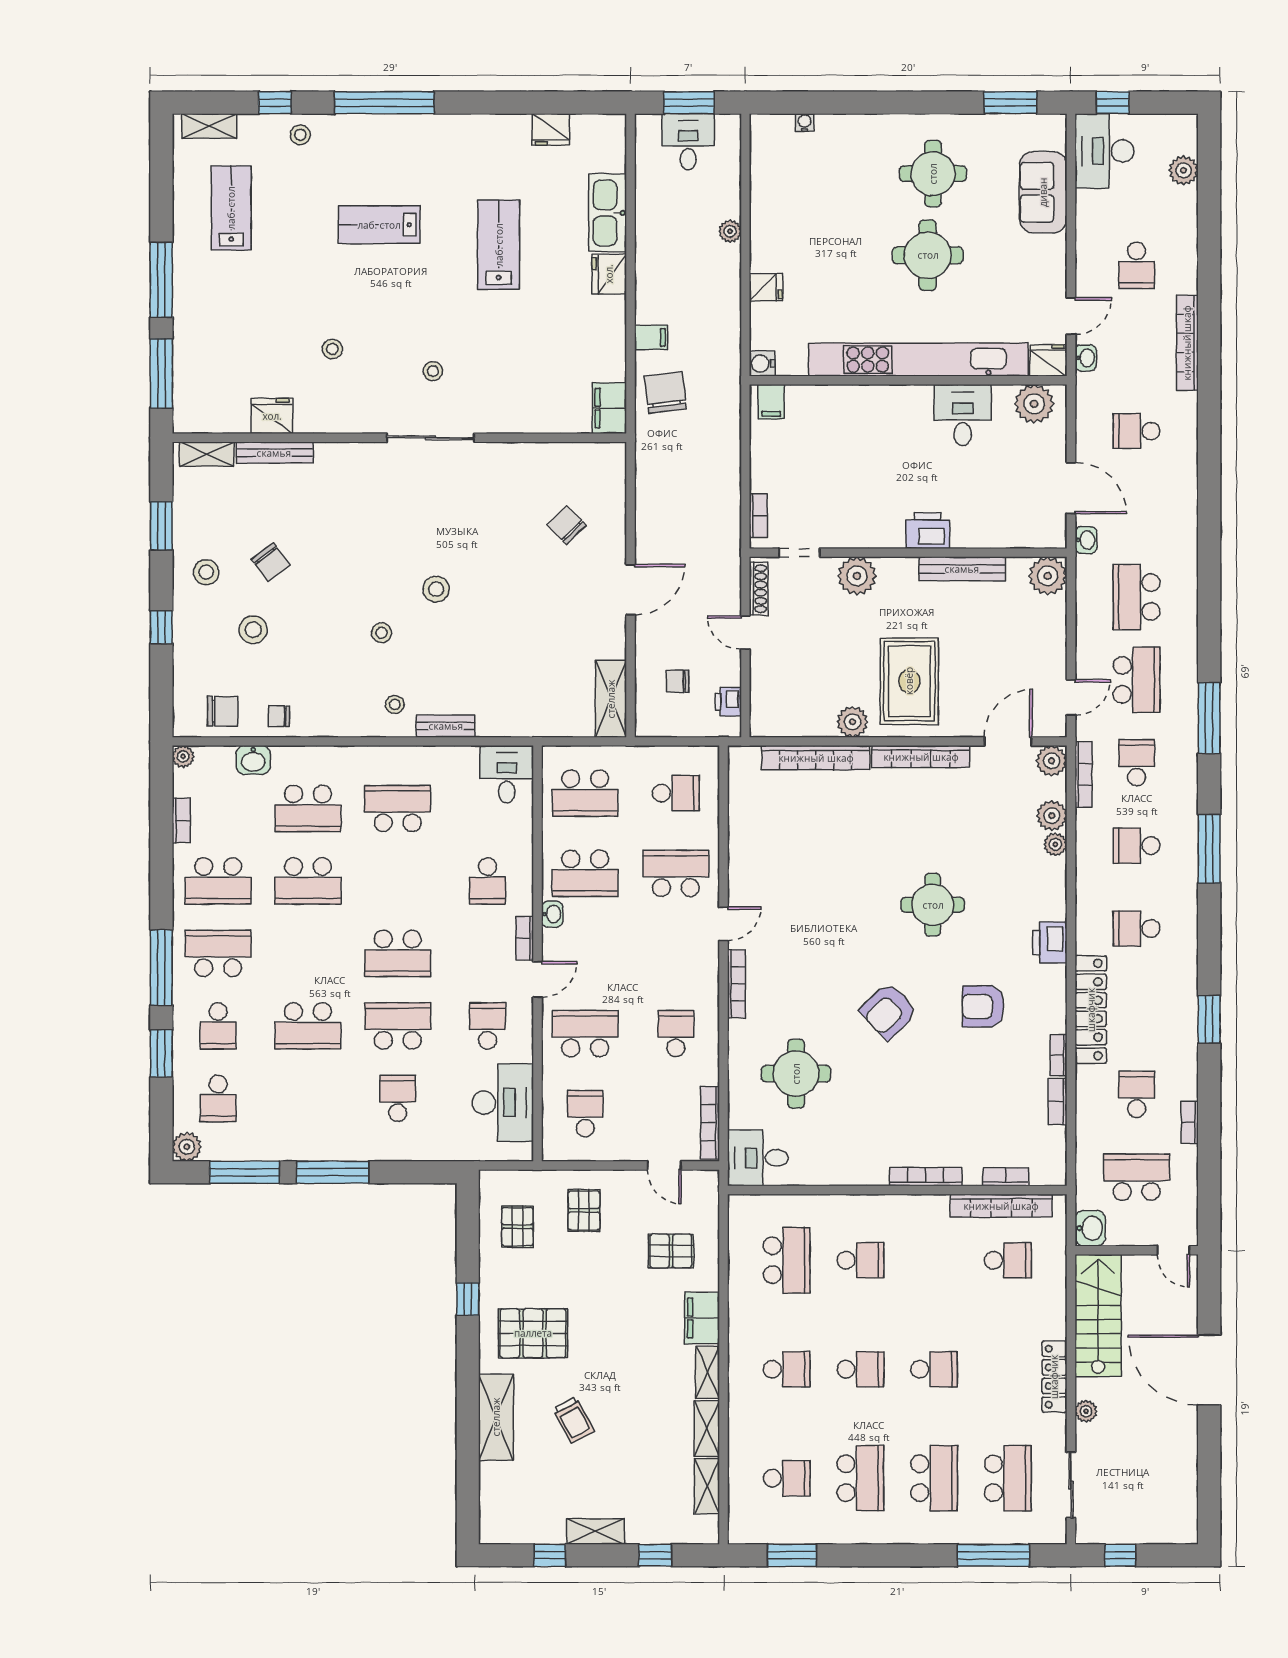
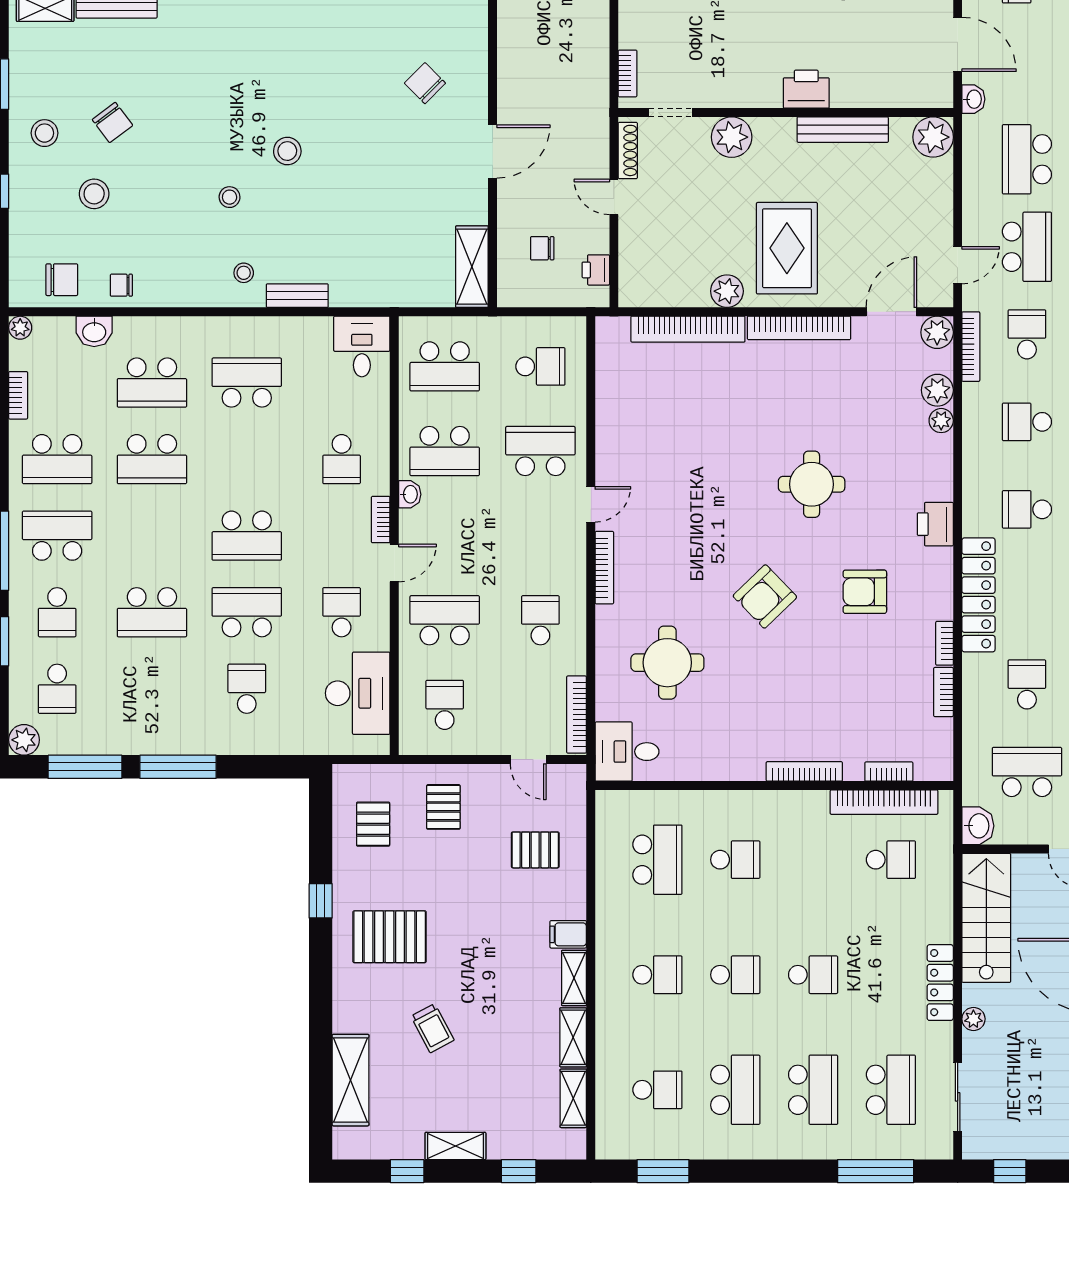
filing cabinet: (702, 1318) -> (568, 934), width x0.50
shelving: (496, 1417) -> (350, 1080), moved

